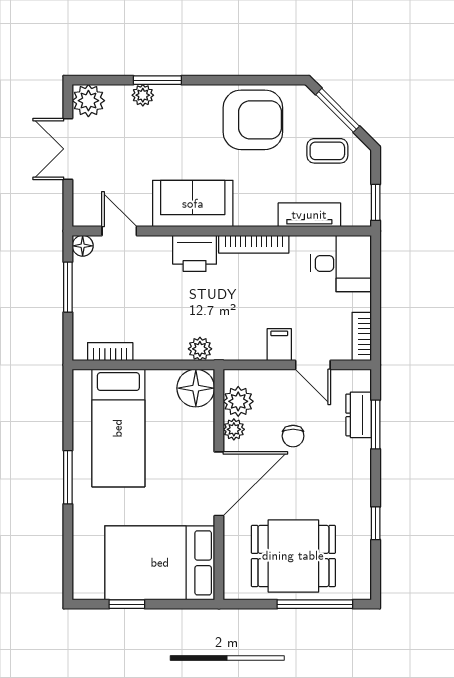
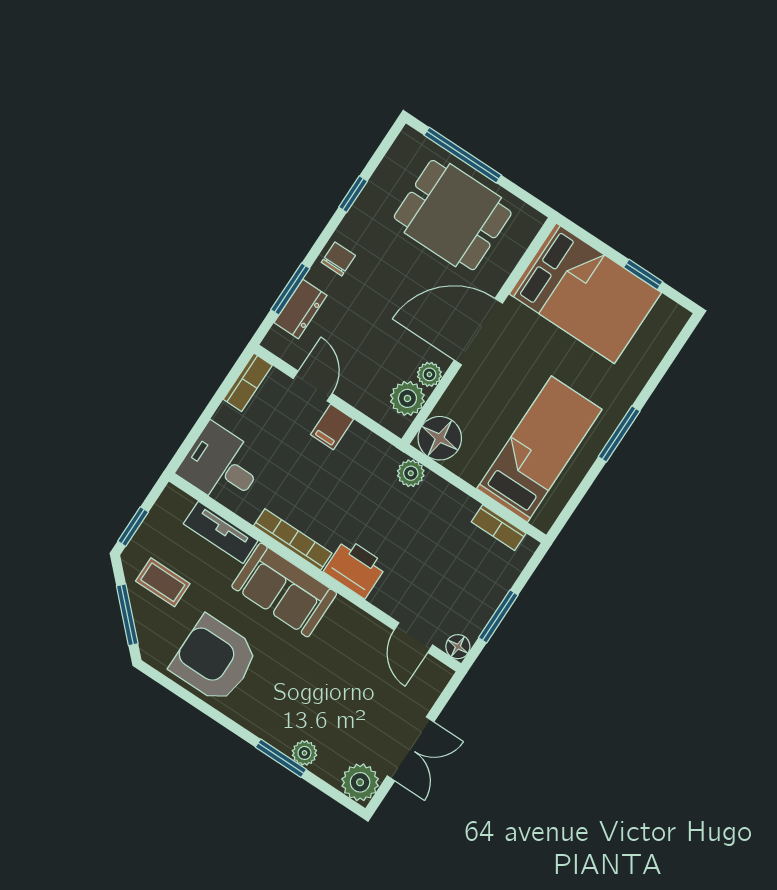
window: (376, 202) -> (133, 527), moved
sofa: (193, 204) -> (284, 590), moved
chair: (293, 436) -> (338, 259), moved

